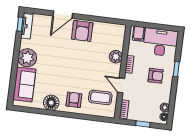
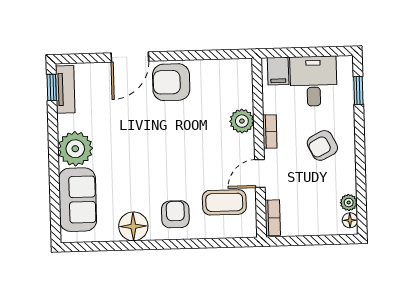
armchair: (82, 31) -> (171, 82), turned 90
desk: (161, 42) -> (313, 81), width x0.73
window: (176, 69) -> (358, 91), moved
armchair: (156, 76) -> (322, 145), turned 153
door: (121, 85) -> (260, 173), hinge flipped
window: (143, 124) -> (312, 240), removed

